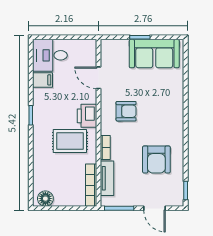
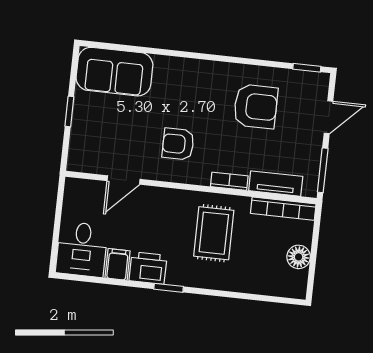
sofa: (154, 54) -> (114, 72), moved, turned 90
armchair: (126, 111) -> (178, 144), turned -90
printer: (87, 116) -> (148, 268), moved, turned 180
floor lamp: (45, 199) -> (299, 257), moved

